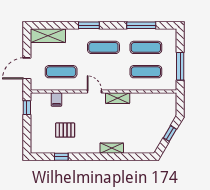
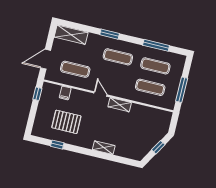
pallet: (65, 130) -> (66, 122), width x1.50, depth x1.42

